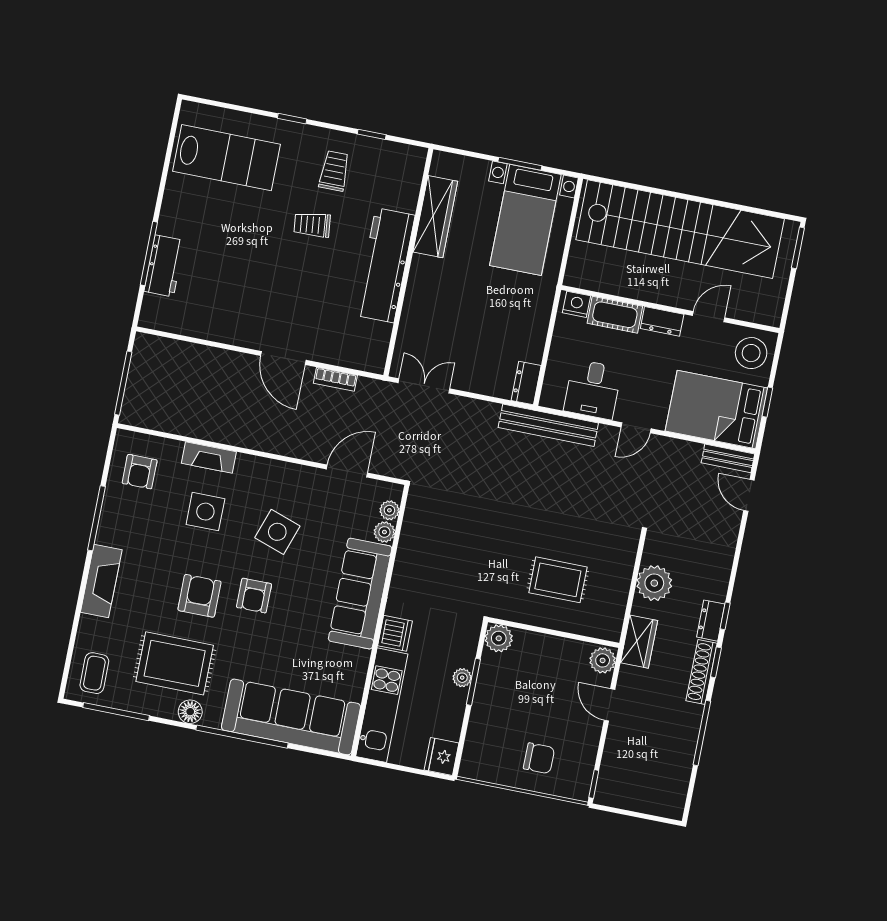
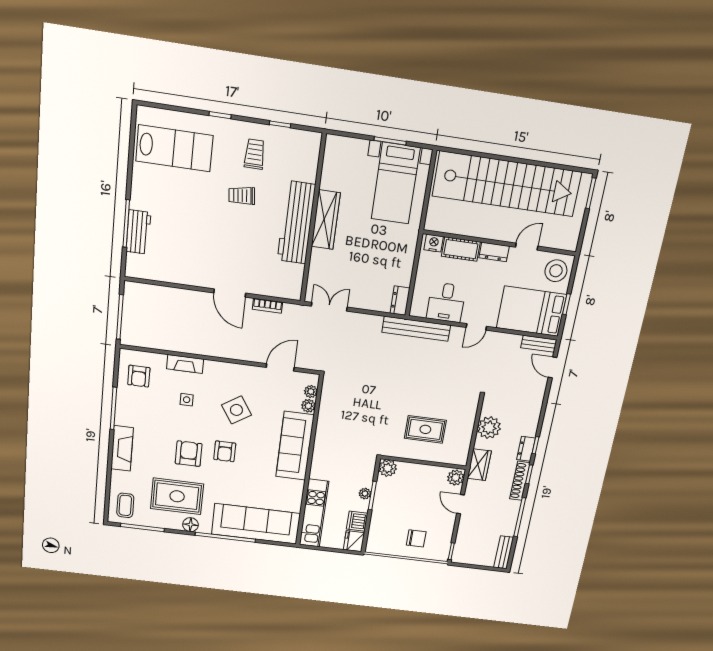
wardrobe: (435, 217) -> (326, 220), moved
side table: (205, 512) -> (187, 400), width x0.54, depth x0.54
side table: (277, 532) -> (236, 410), turned 38
dishwasher: (395, 633) -> (357, 521), moved, turned 180
bench: (677, 792) -> (504, 552), added

